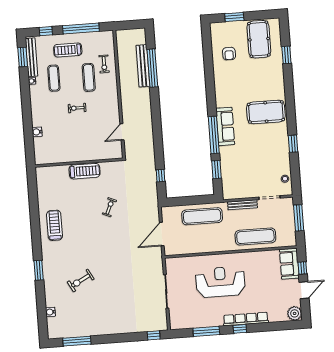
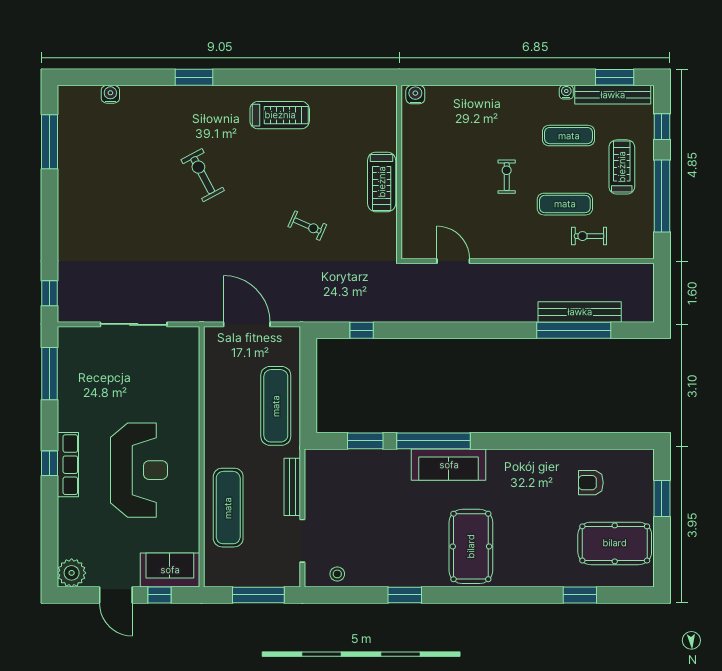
water cooler: (37, 132) -> (415, 95), moved
exercise bike: (81, 281) -> (203, 175), moved
reception desk: (220, 282) -> (139, 470), moved
row of seats: (246, 319) -> (68, 465), width x0.73
window: (206, 331) -> (49, 374), moved

